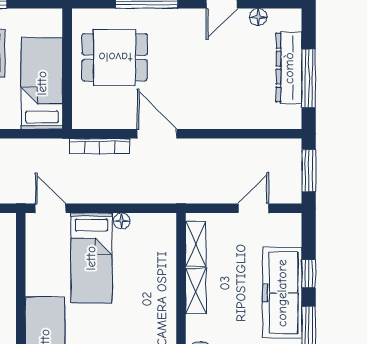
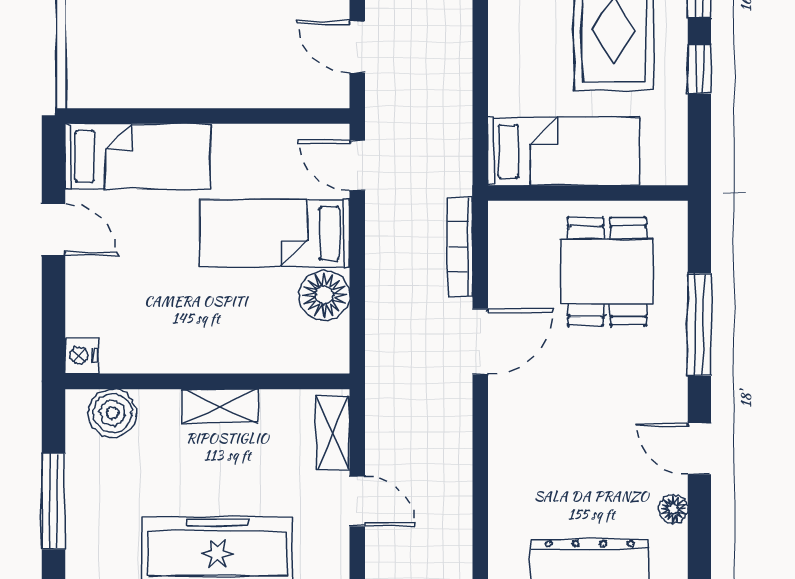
door: (50, 208) -> (357, 165), swing flipped
floor lamp: (122, 221) -> (324, 295), width x1.89, depth x1.89
shelving: (196, 244) -> (333, 433), moved, turned 90

